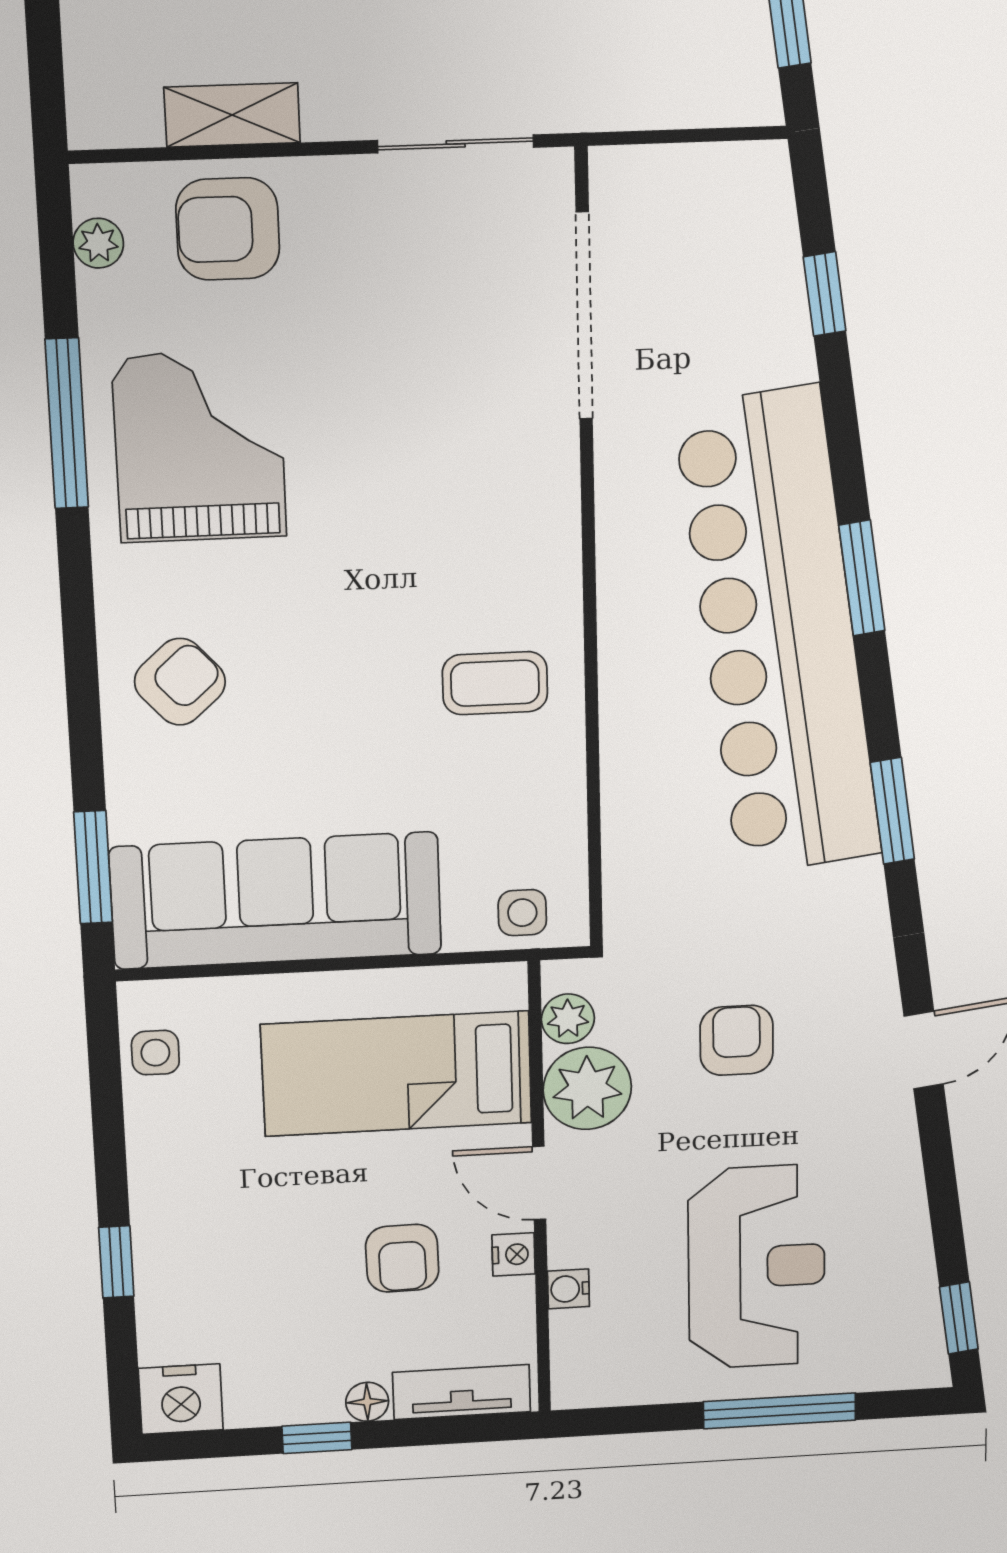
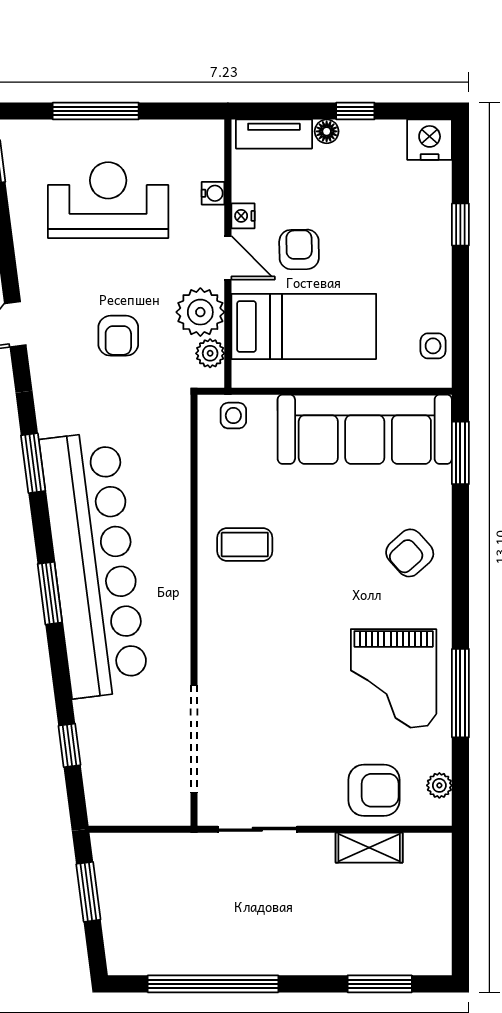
armchair: (402, 1258) -> (299, 249), moved
reception desk: (757, 1267) -> (108, 200), turned 90

